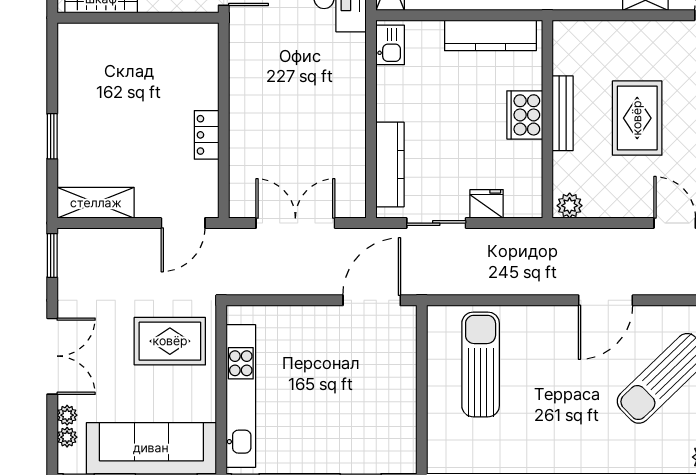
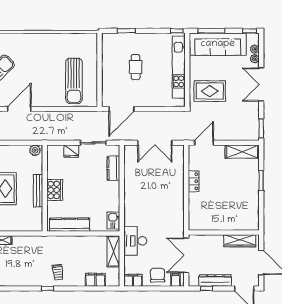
kitchen counter: (390, 164) -> (114, 168), width x0.67
cafe table: (340, 396) -> (136, 67), added

